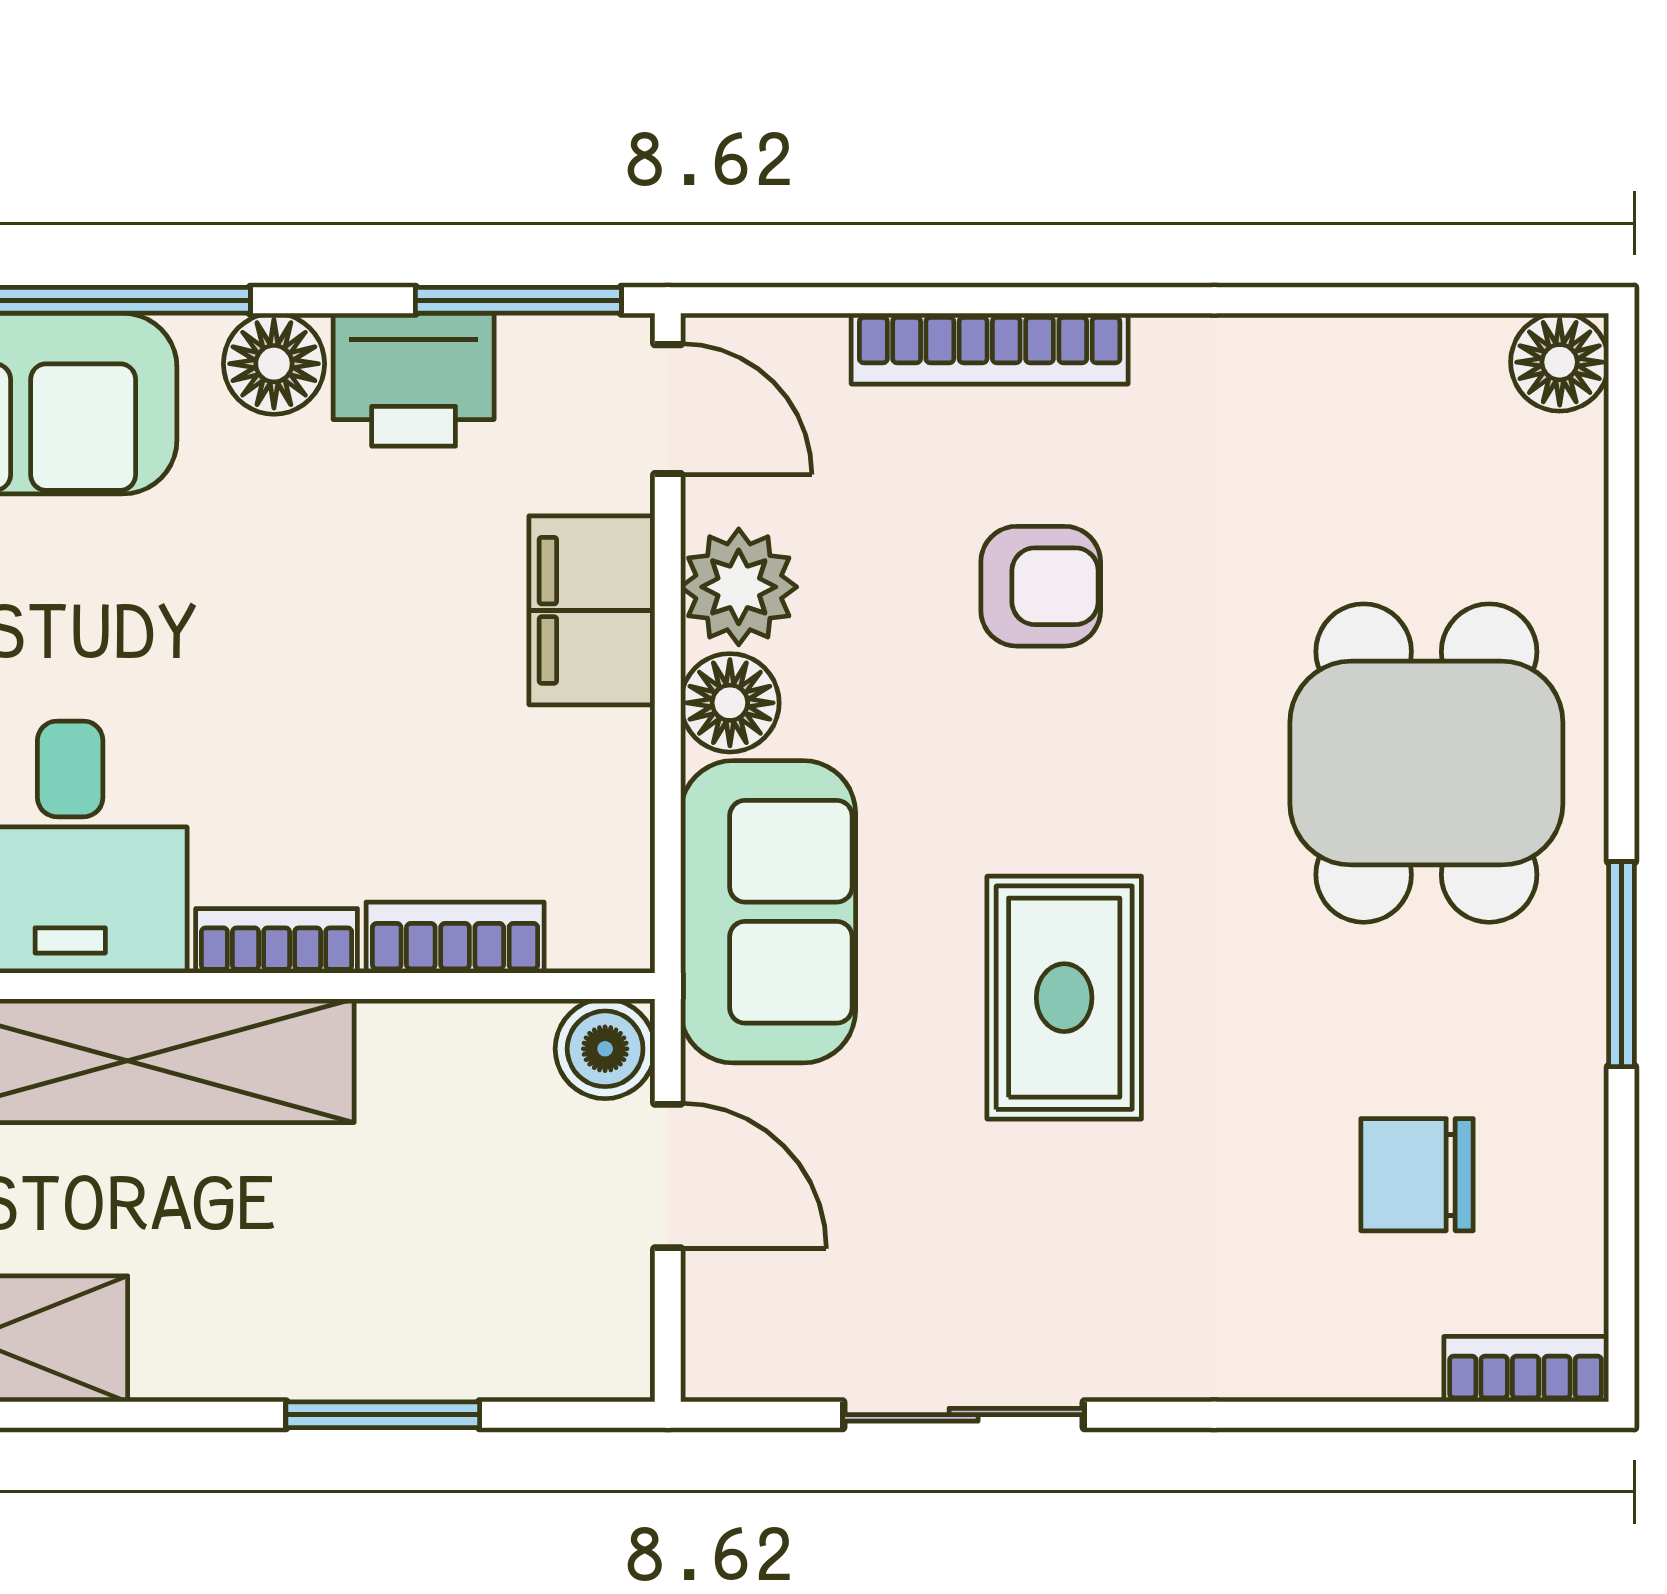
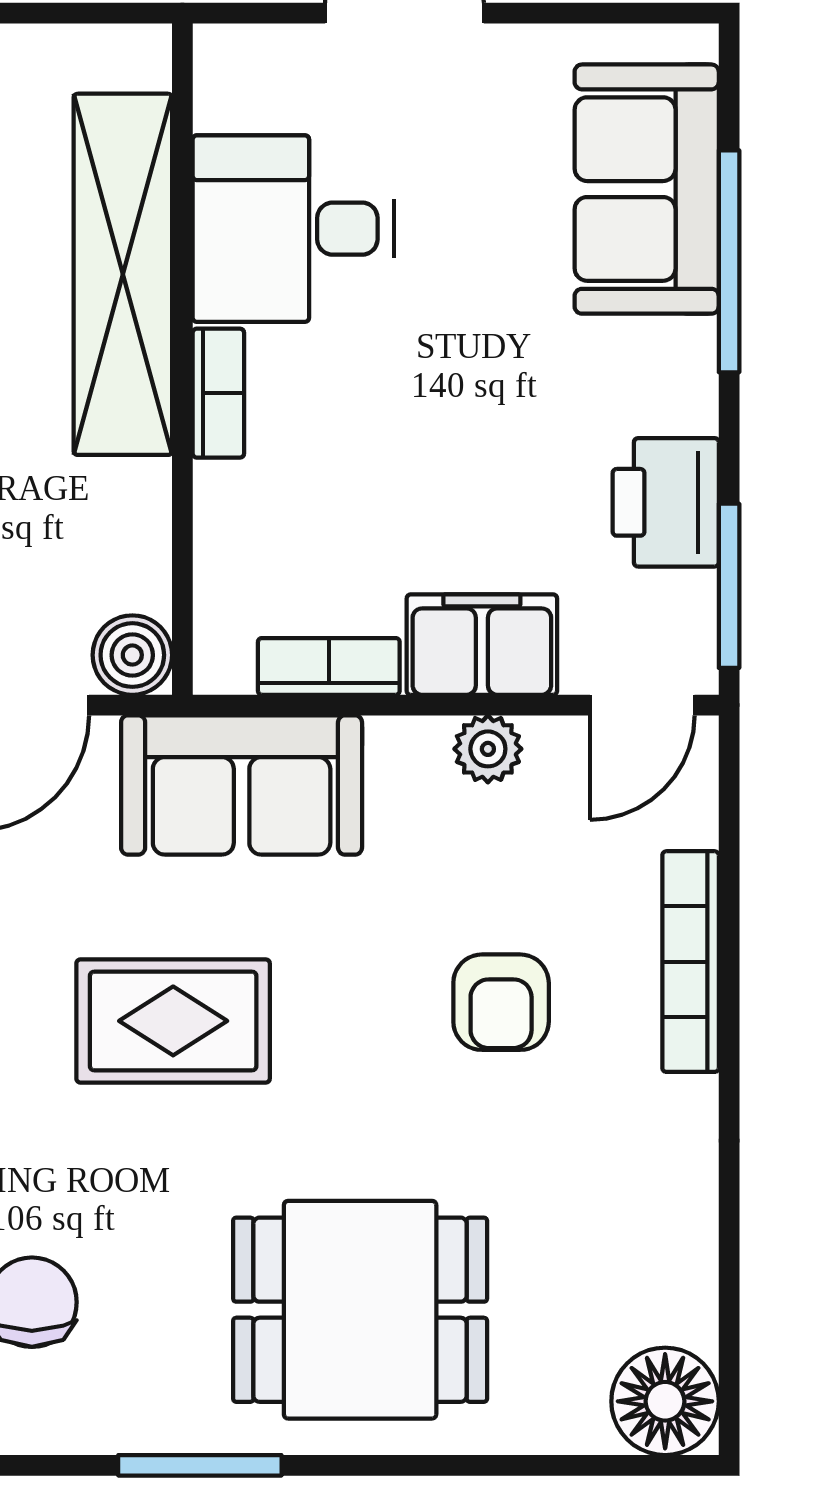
floor lamp: (1560, 362) -> (665, 1401), width x1.38, depth x1.38
floor lamp: (274, 364) -> (678, 391), removed
plant: (739, 587) -> (488, 749), width x0.73, depth x0.73
floor lamp: (730, 703) -> (408, 755), removed
bookcase: (455, 938) -> (329, 666), moved, turned -90

